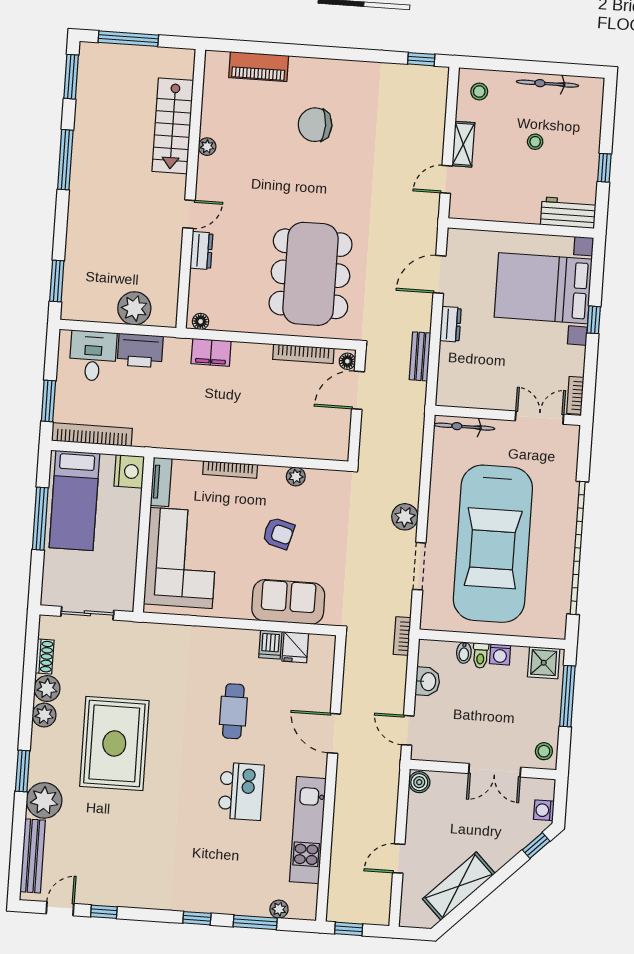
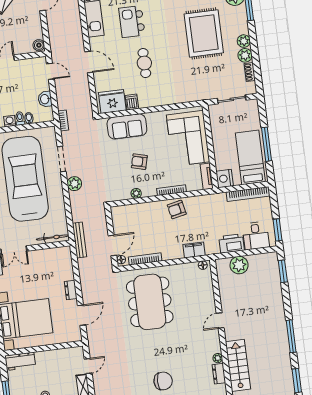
dresser: (201, 250) -> (219, 374), moved
bench: (420, 356) -> (79, 240), moved, width x1.36
window: (48, 401) -> (277, 230), moved
armchair: (228, 432) -> (177, 210), added
fridge: (295, 647) -> (112, 101), width x1.88, depth x1.34

